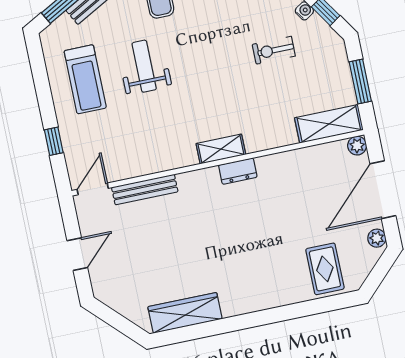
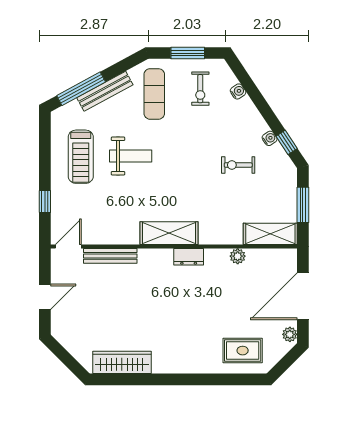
weight bench: (144, 66) -> (131, 156), turned 90
plant: (357, 146) -> (238, 256), moved
shelving: (221, 149) -> (169, 233), width x1.50, depth x1.33
rug: (325, 269) -> (243, 351), turned 90

